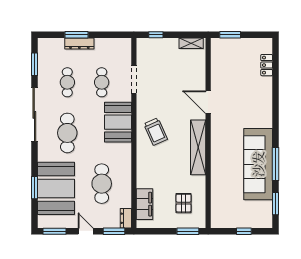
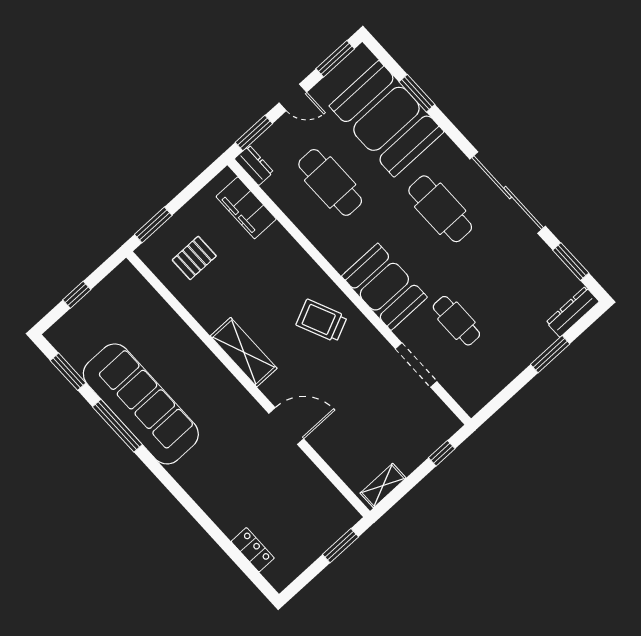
dresser: (79, 43) -> (573, 312), moved
cafe table: (67, 82) -> (503, 278), removed
shelving: (198, 147) -> (244, 352), width x0.68
pallet: (184, 203) -> (194, 258), turned 90

